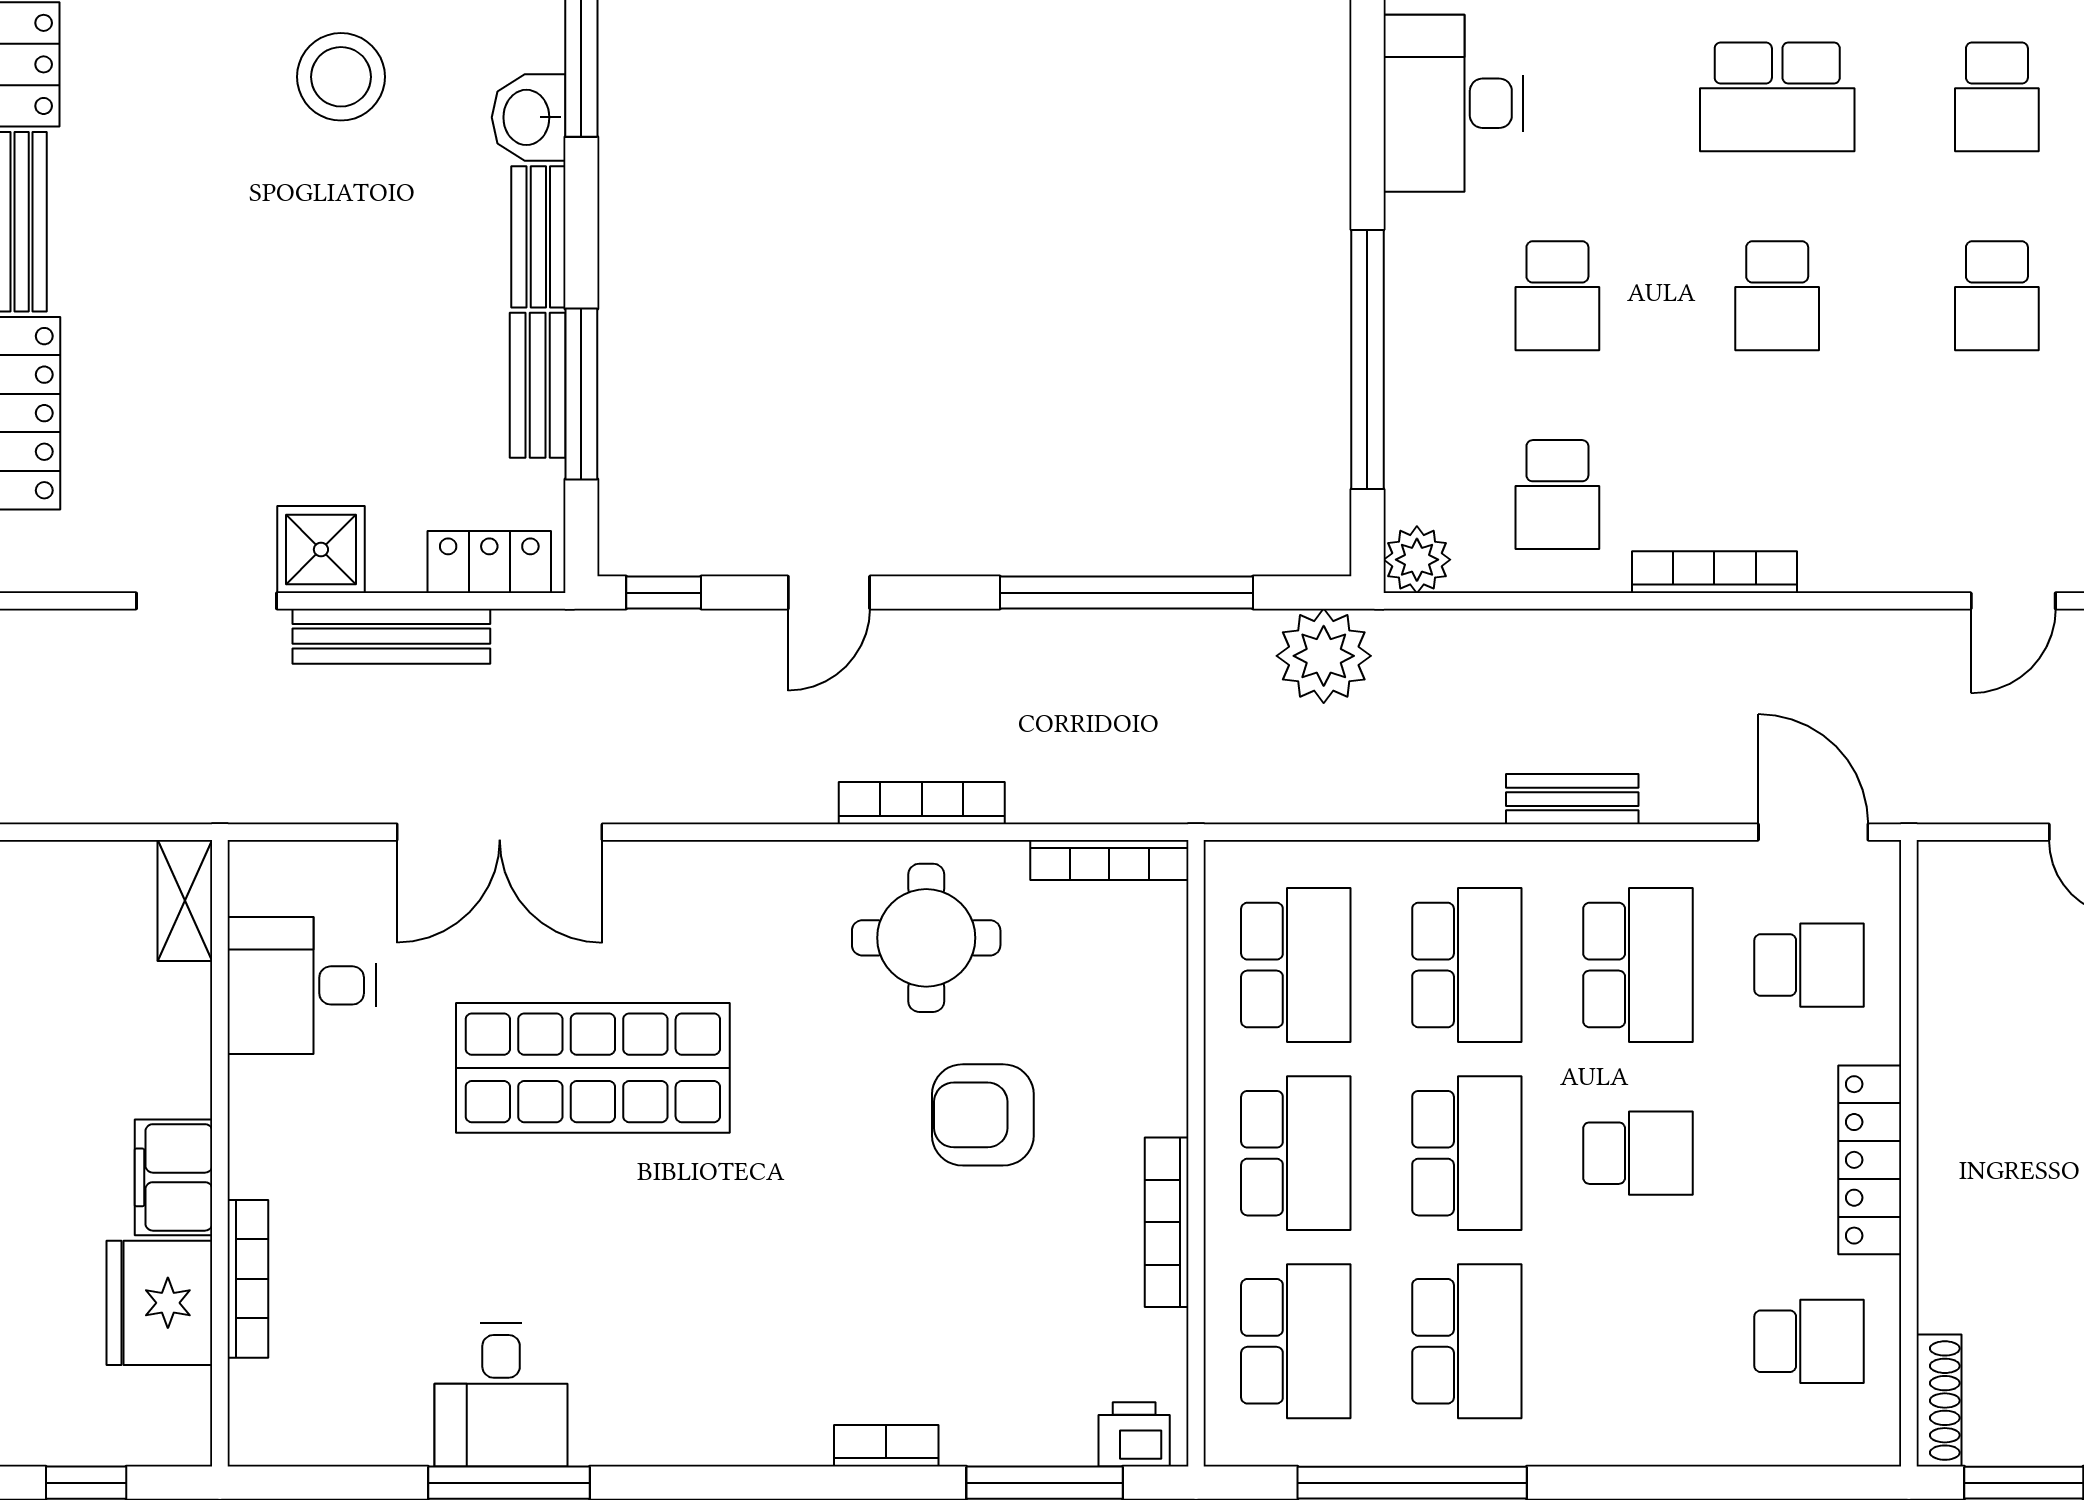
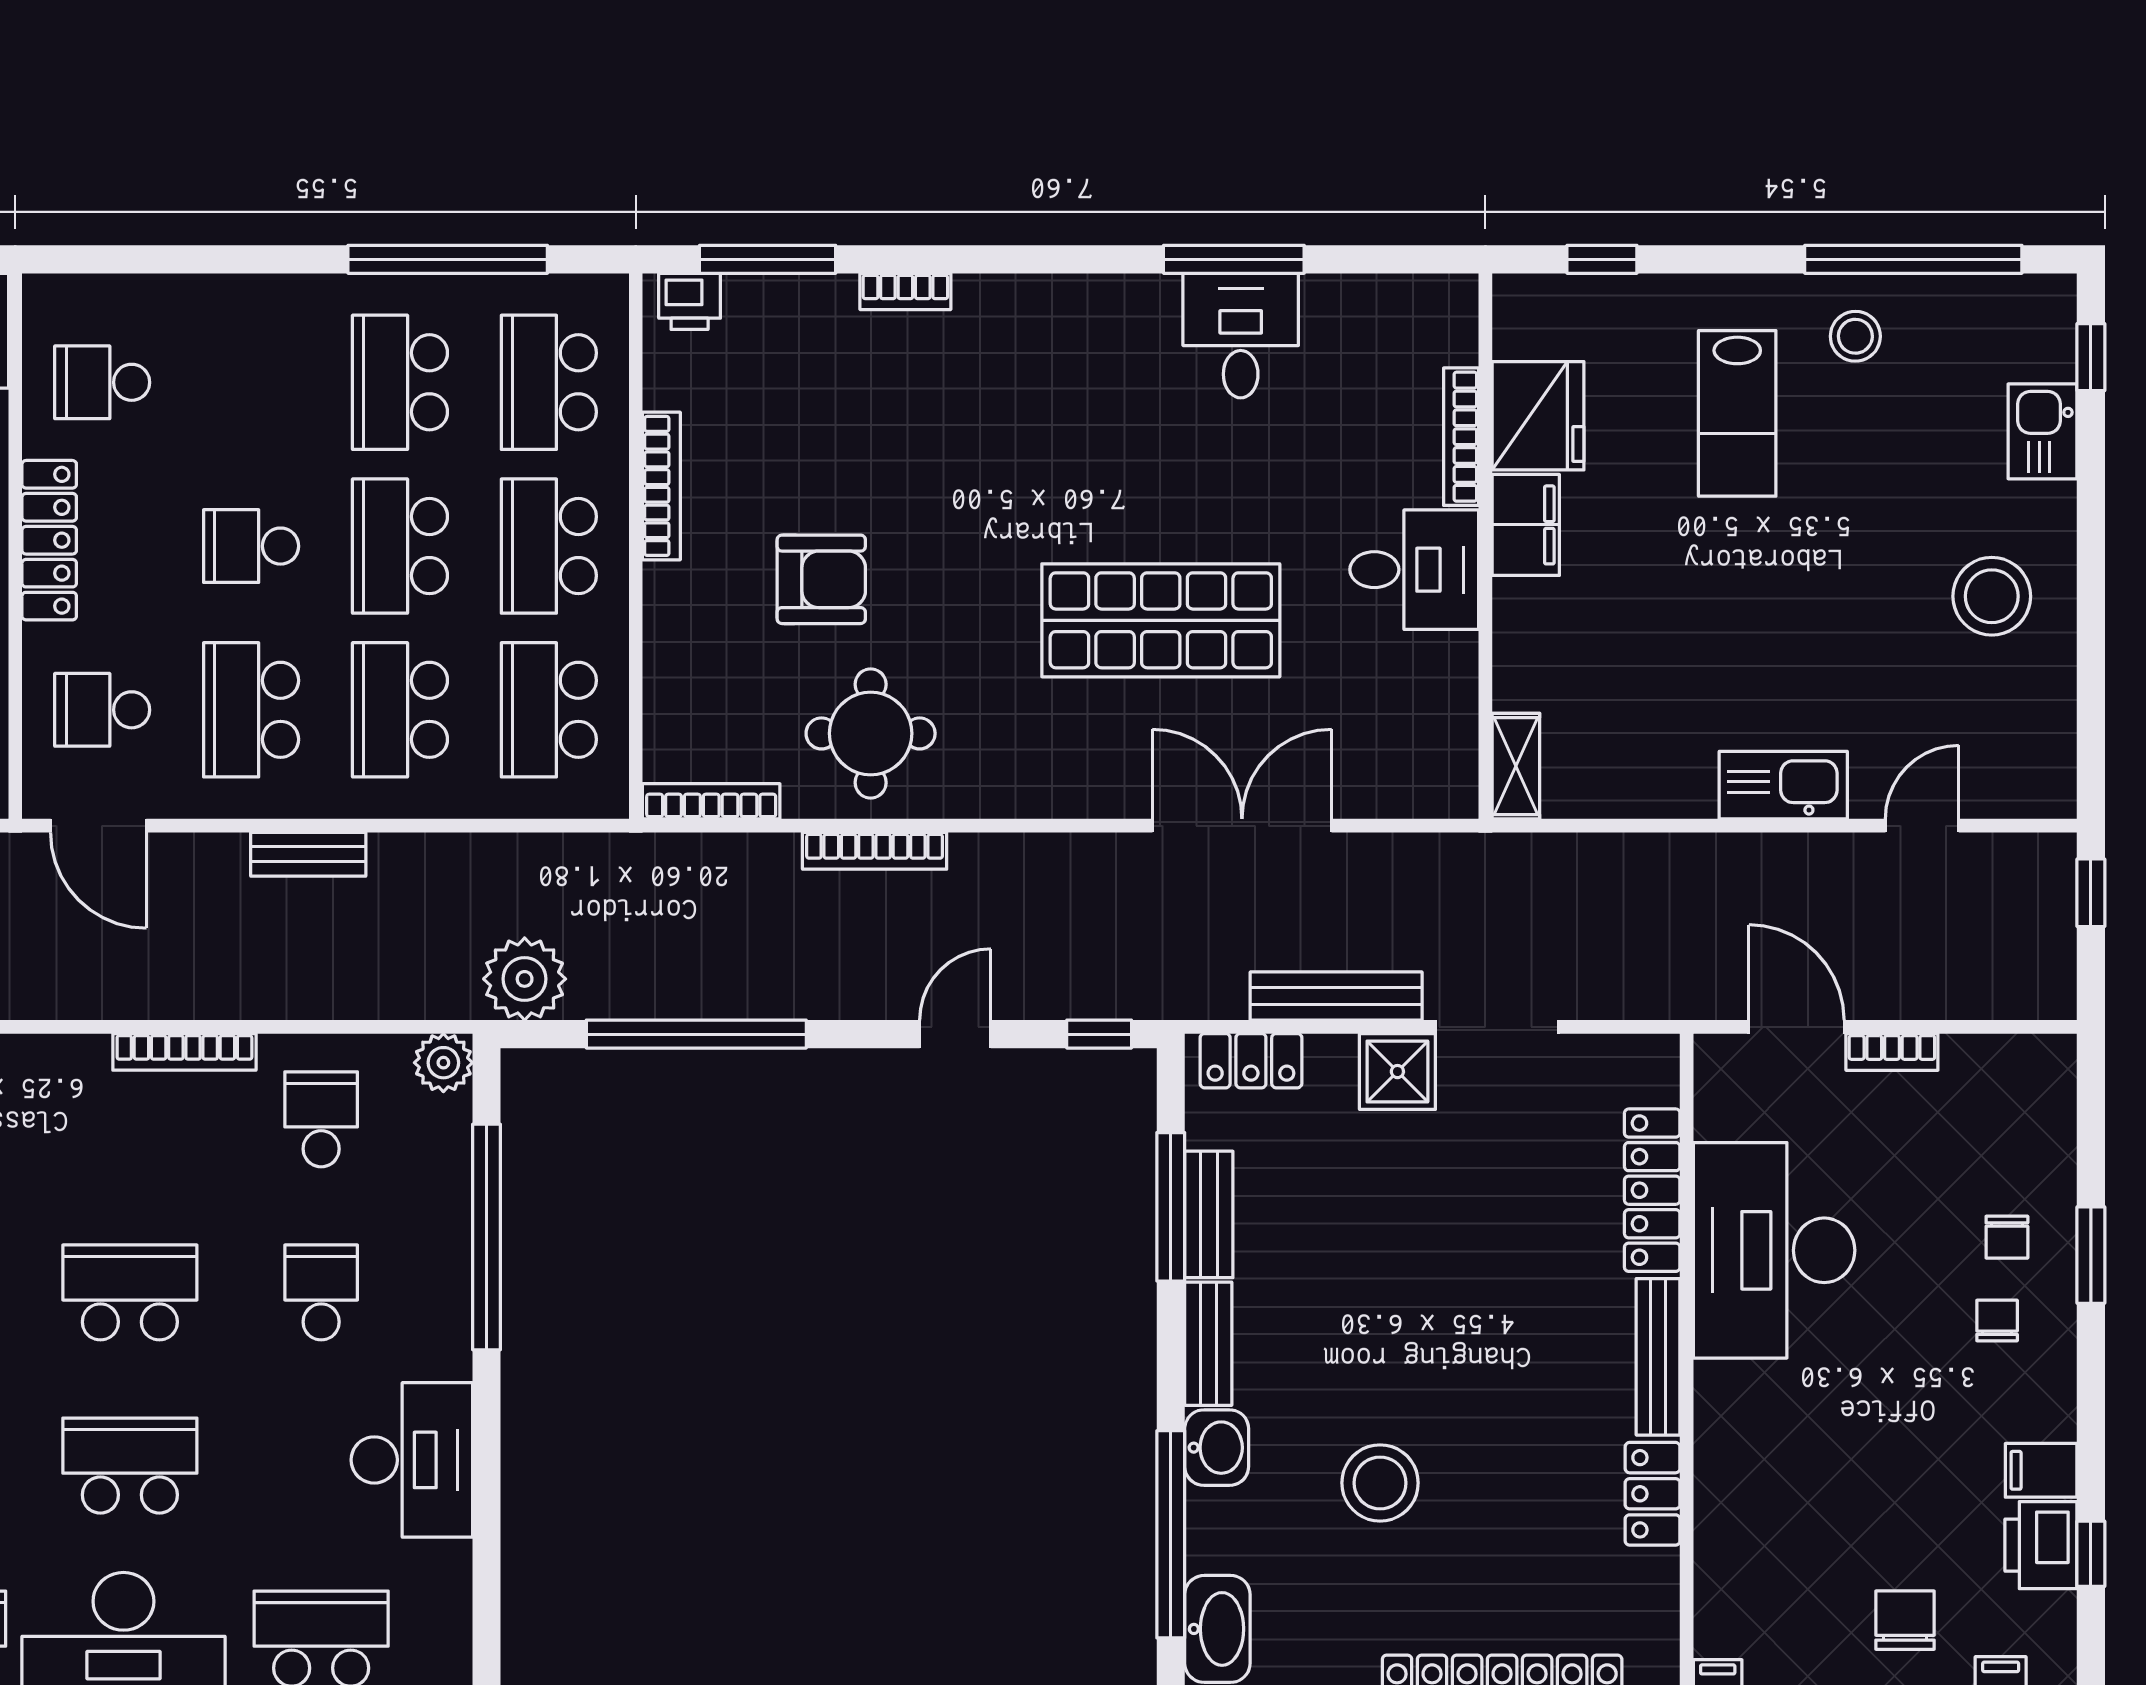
school desk: (1777, 296) -> (130, 1292), width x1.85
desk: (302, 985) -> (1414, 570), moved

